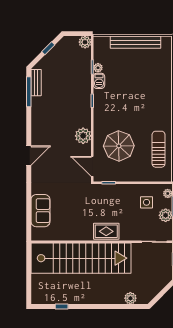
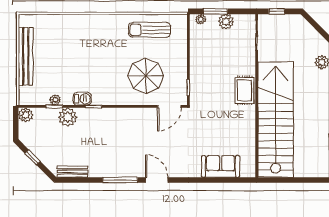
barbecue: (99, 81) -> (82, 99), moved
window: (29, 92) -> (120, 180), moved
plant: (83, 136) -> (68, 117), moved
side table: (147, 202) -> (211, 44), removed

